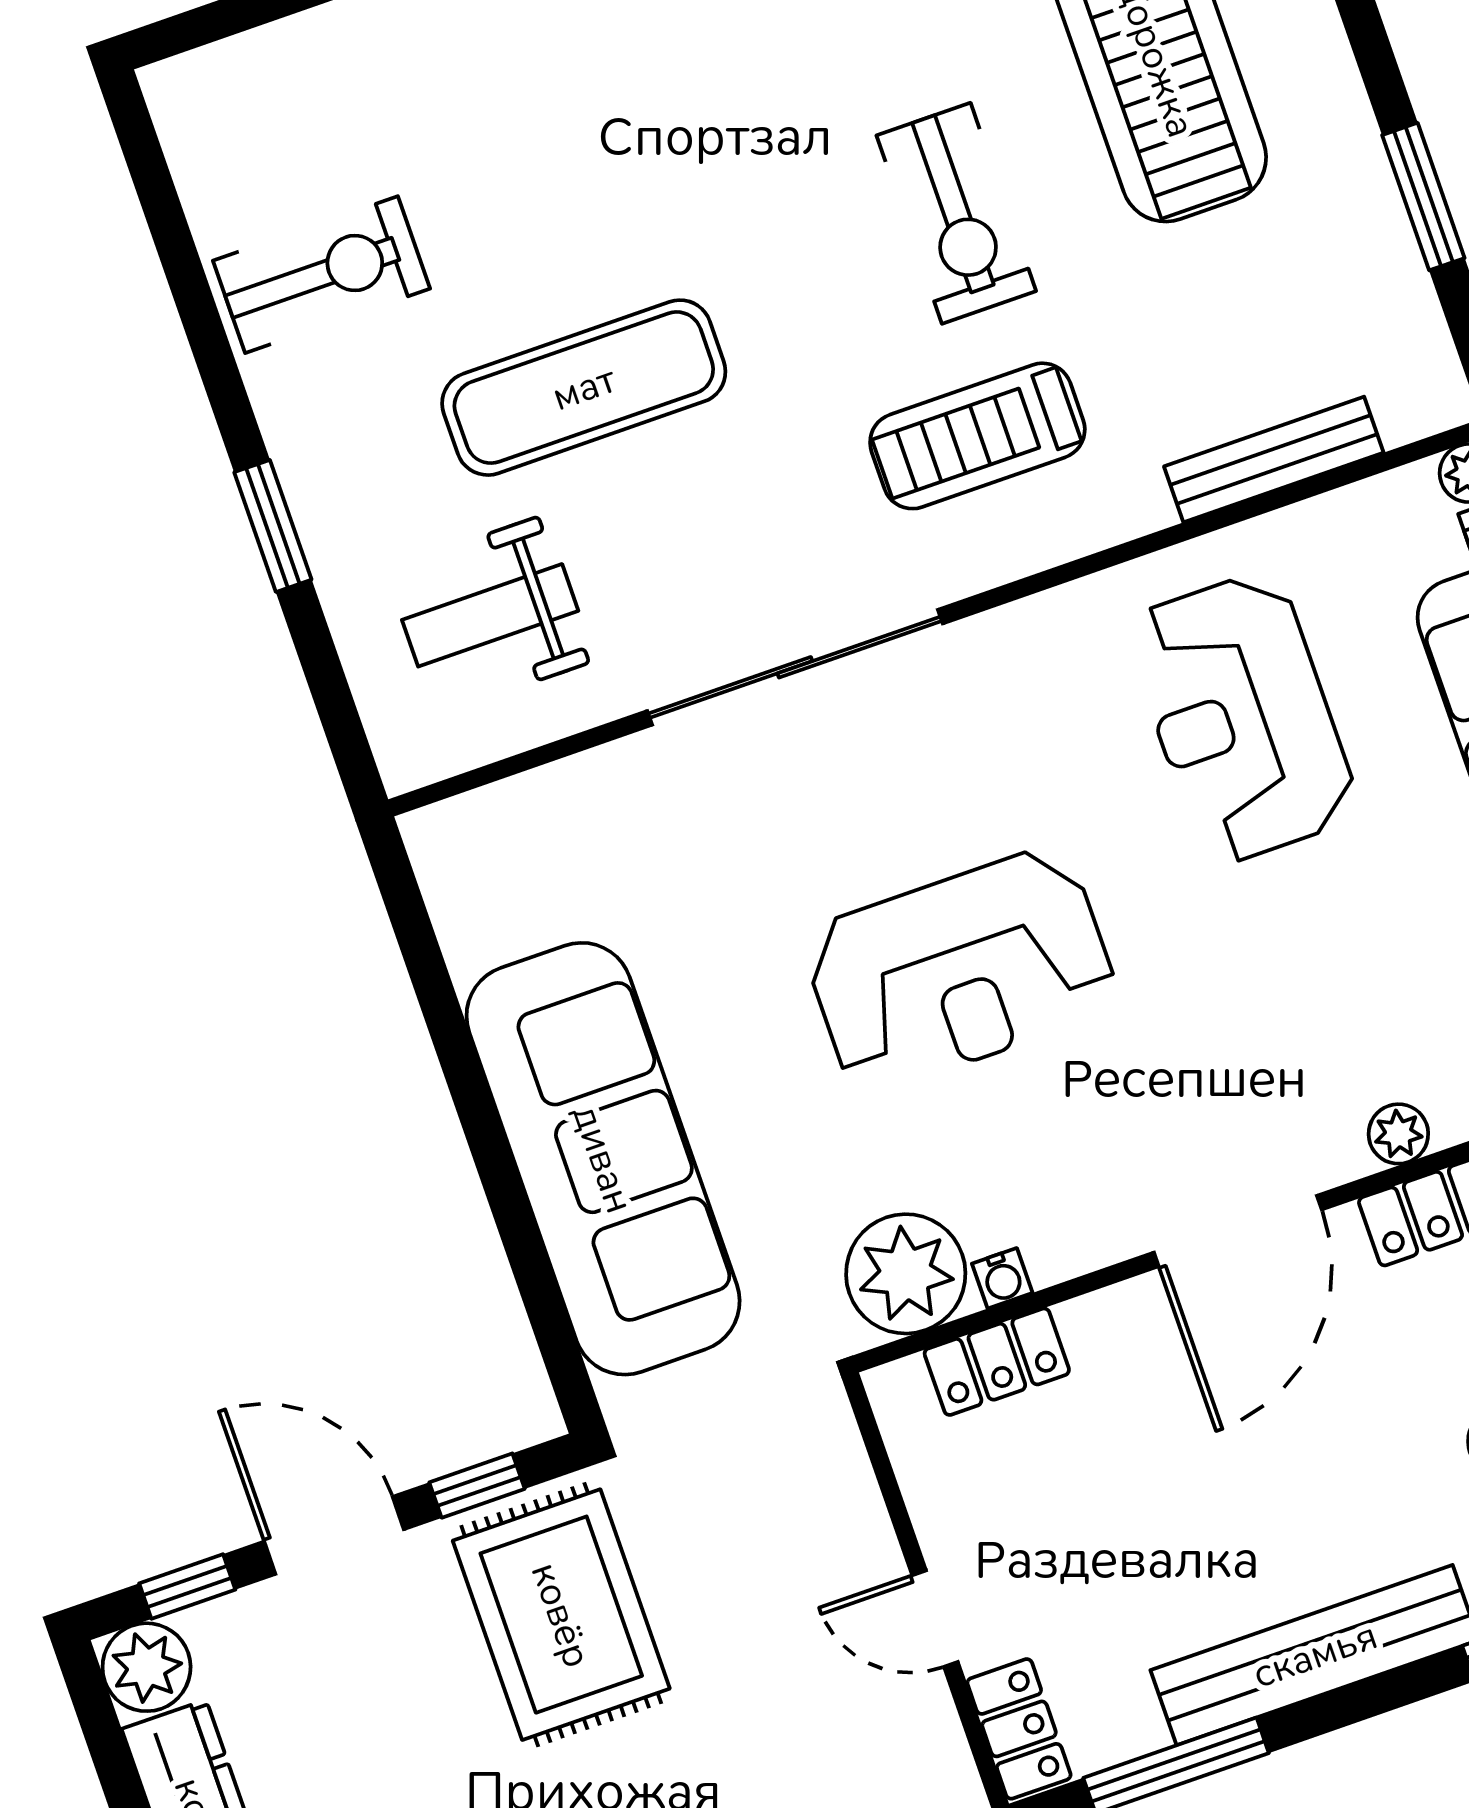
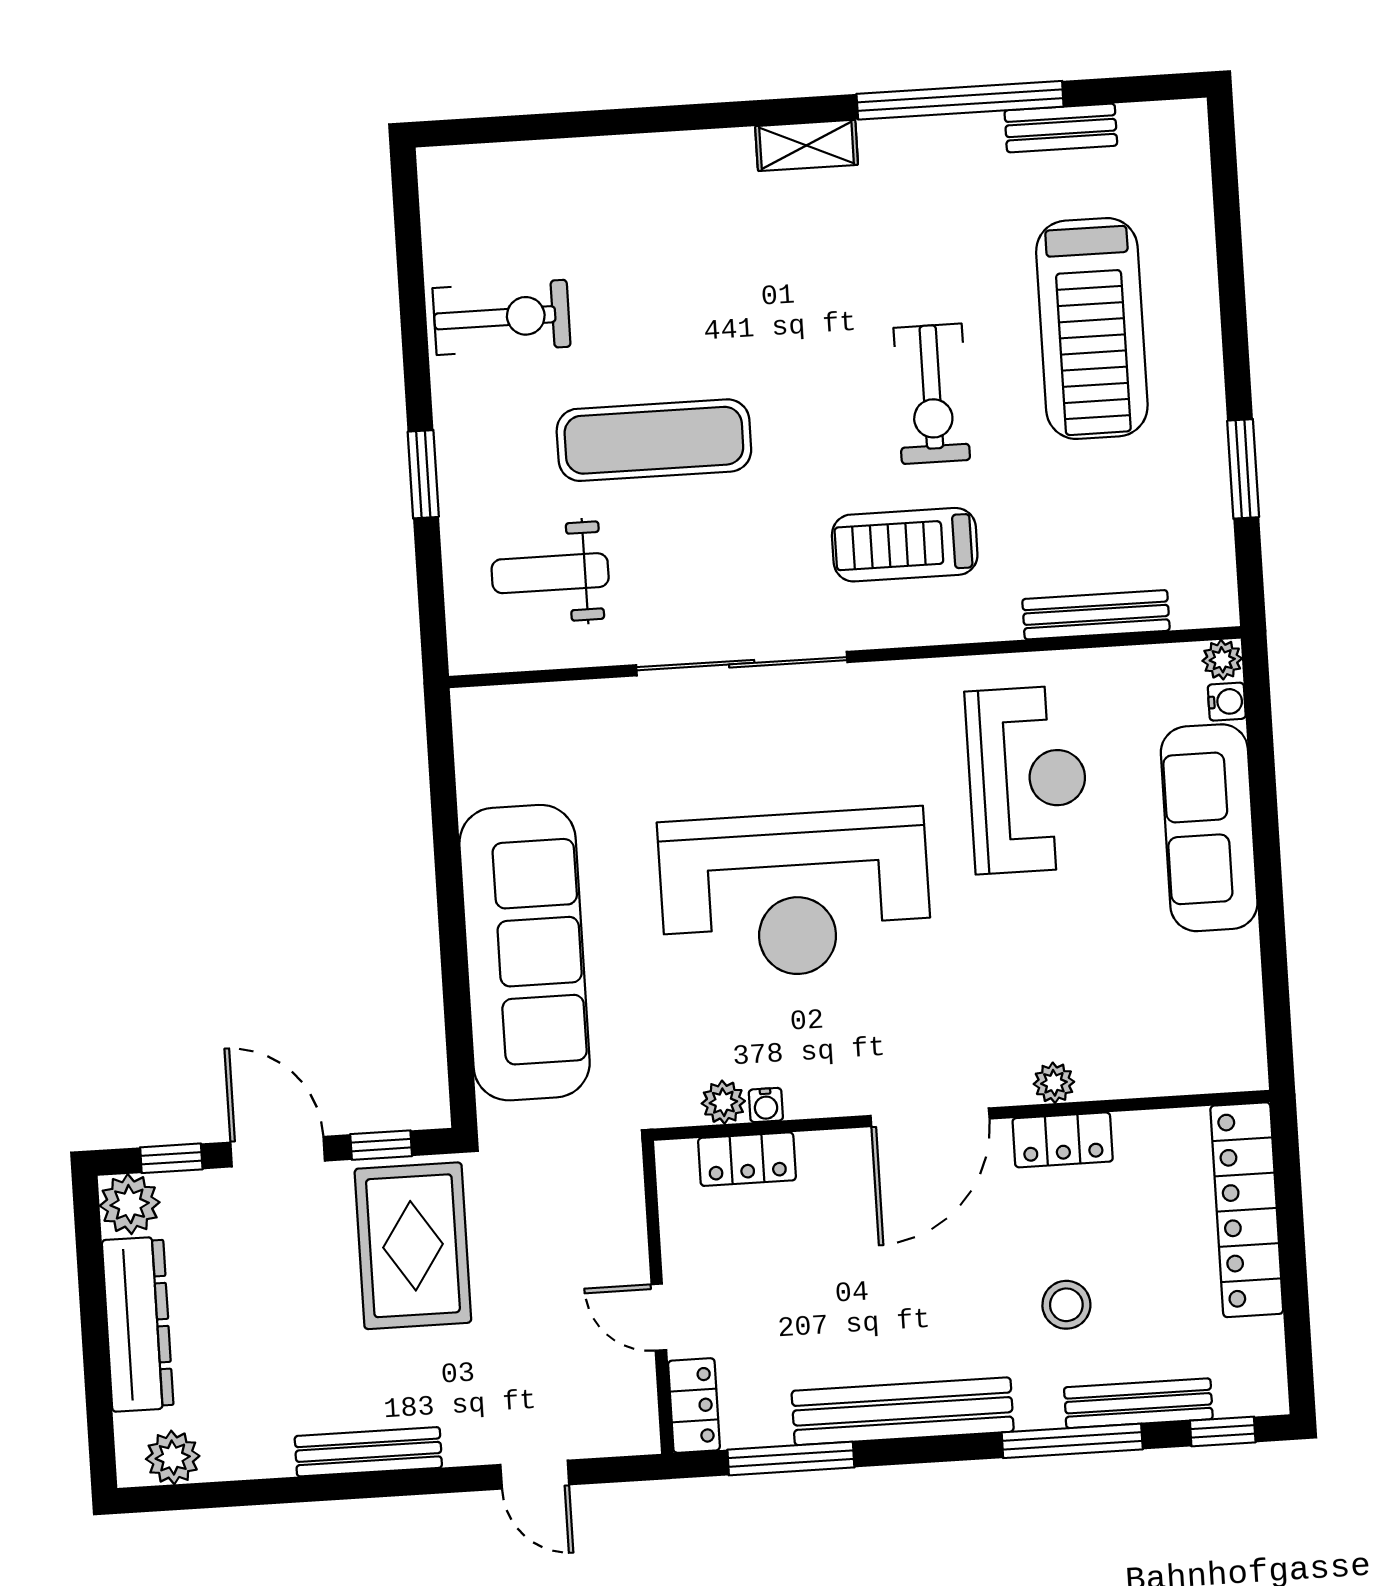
reception desk: (1242, 718) -> (1027, 780), turned 180
reception desk: (960, 970) -> (795, 894), width x1.36, depth x1.30
plant: (906, 1274) -> (723, 1102), width x0.53, depth x0.53

